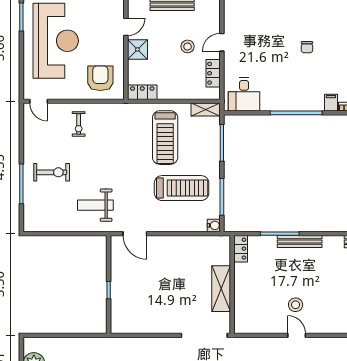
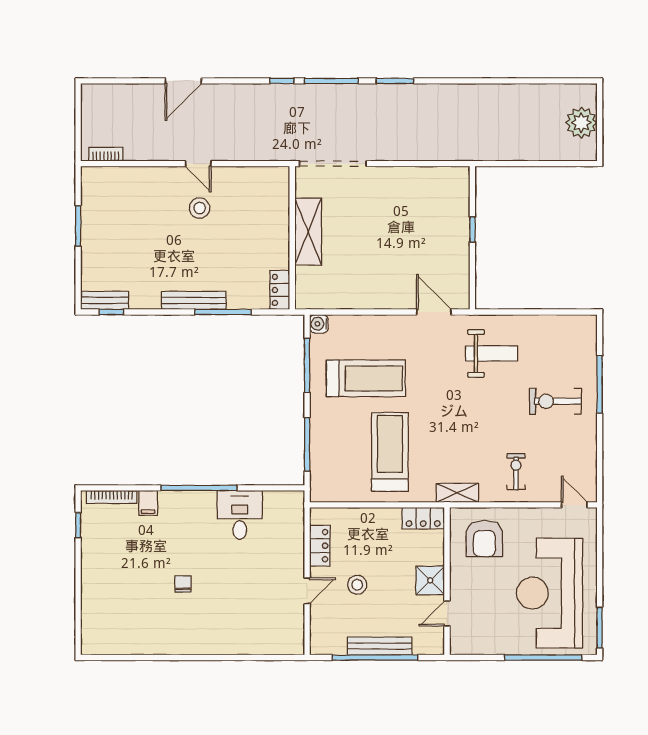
desk: (244, 94) -> (240, 515), moved
shelving: (206, 110) -> (457, 493), moved
treadmill: (182, 188) -> (366, 378), turned 180

